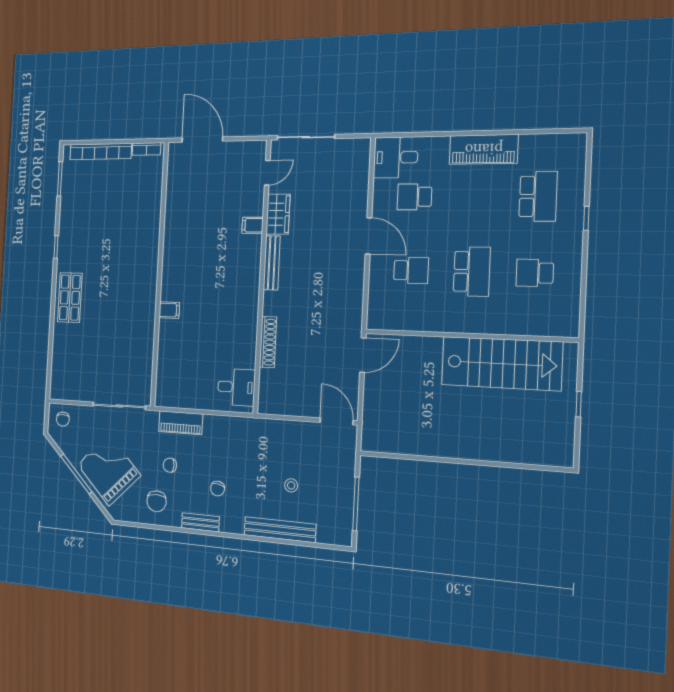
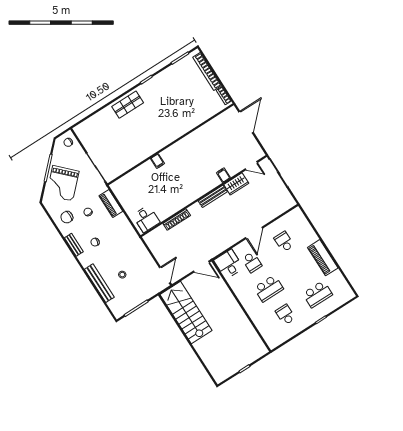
desk: (396, 157) -> (229, 264), moved
stairs: (501, 364) -> (186, 313), moved, turned 180
grand piano: (109, 470) -> (63, 183), turned 180

